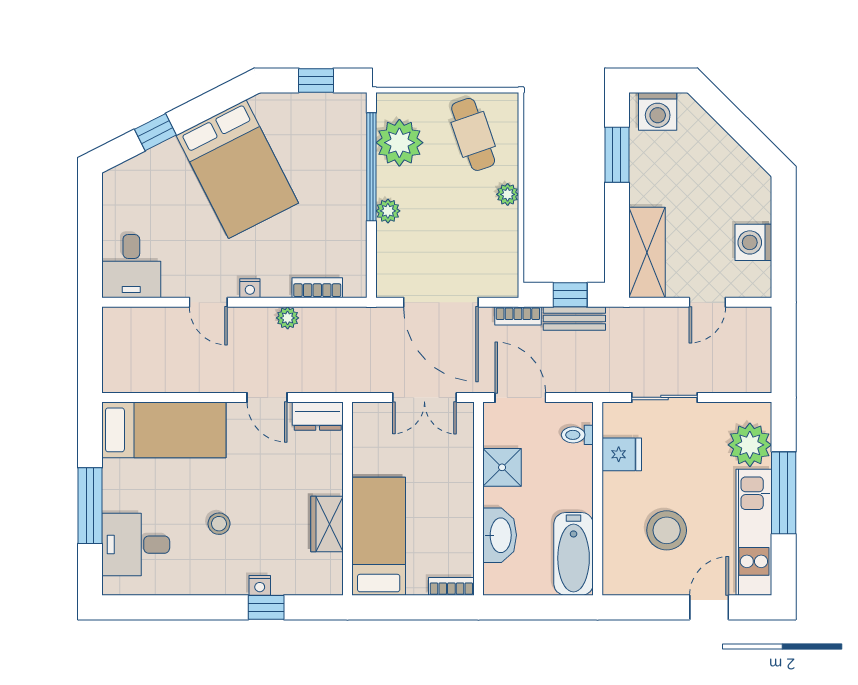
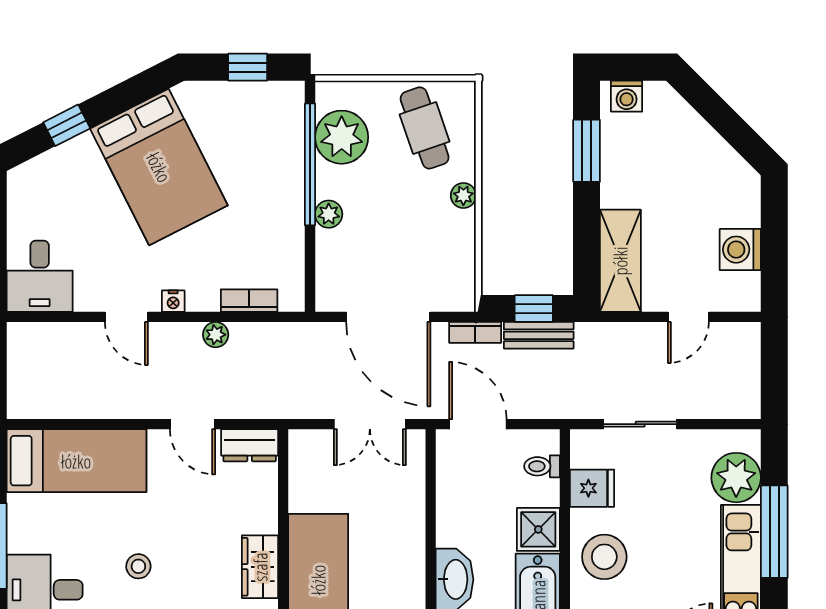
washing machine: (658, 111) -> (627, 96), width x0.73, depth x0.73
shower: (502, 467) -> (538, 529), moved
stool: (667, 530) -> (604, 557), moved

